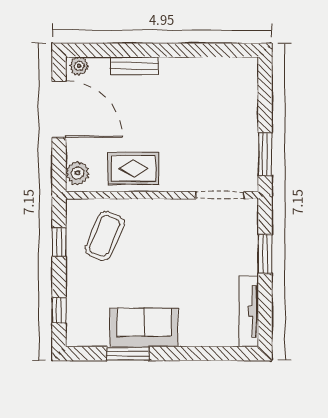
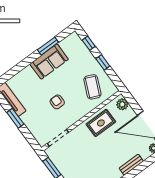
window: (59, 242) -> (103, 62), moved
armchair: (179, 253) -> (57, 102), added
window: (265, 254) -> (15, 118), moved

